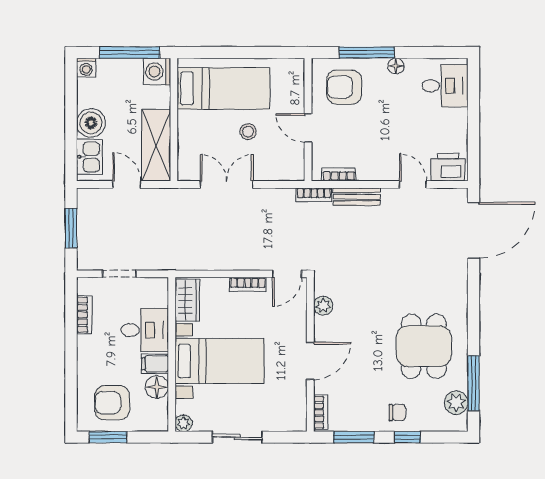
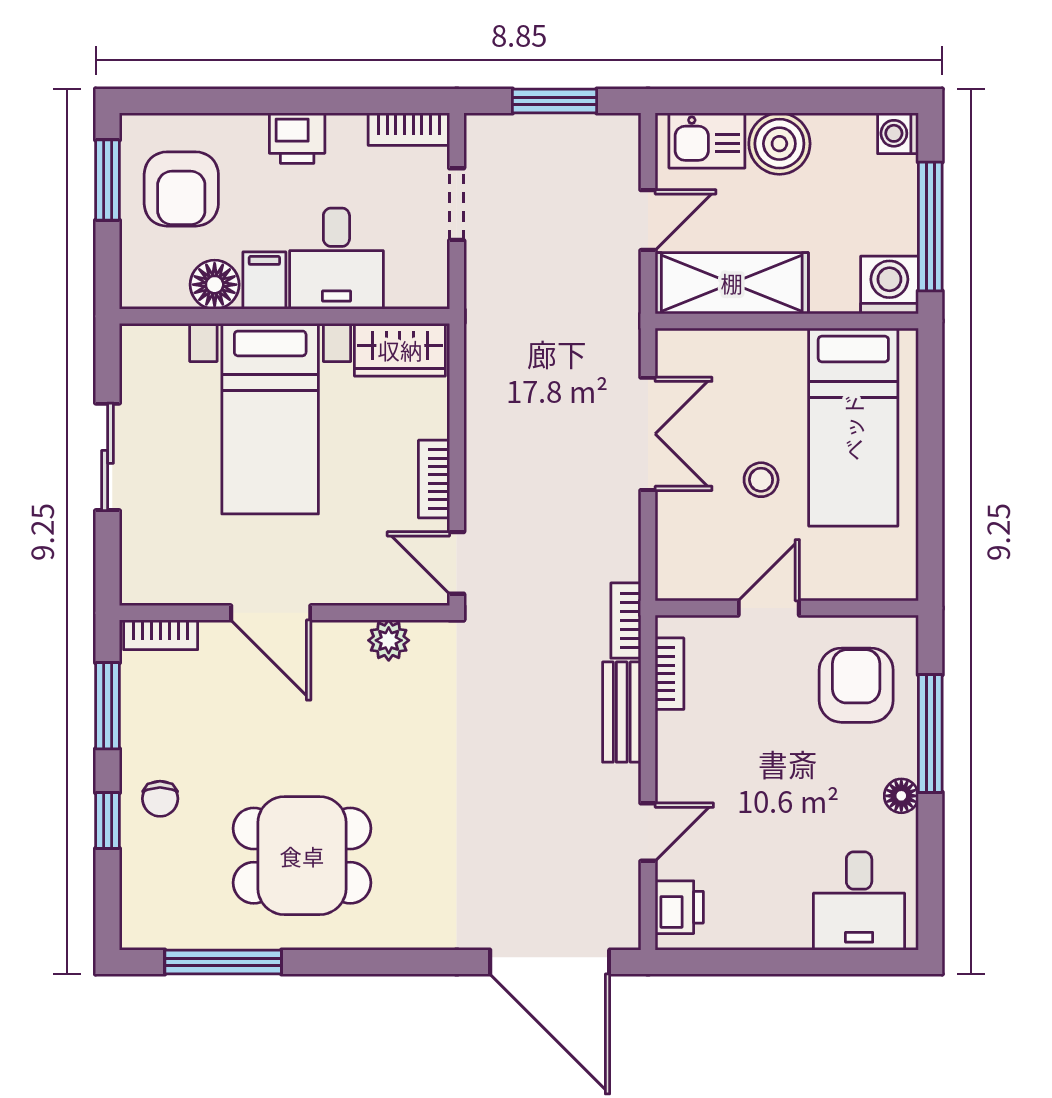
printer: (448, 167) -> (679, 907), width x0.73, depth x0.81
bookcase: (84, 315) -> (409, 129), moved
printer: (88, 348) -> (297, 138), added
armchair: (112, 403) -> (181, 189), turned 180
plant: (456, 403) -> (181, 925), removed
plant: (183, 423) -> (137, 341), removed

